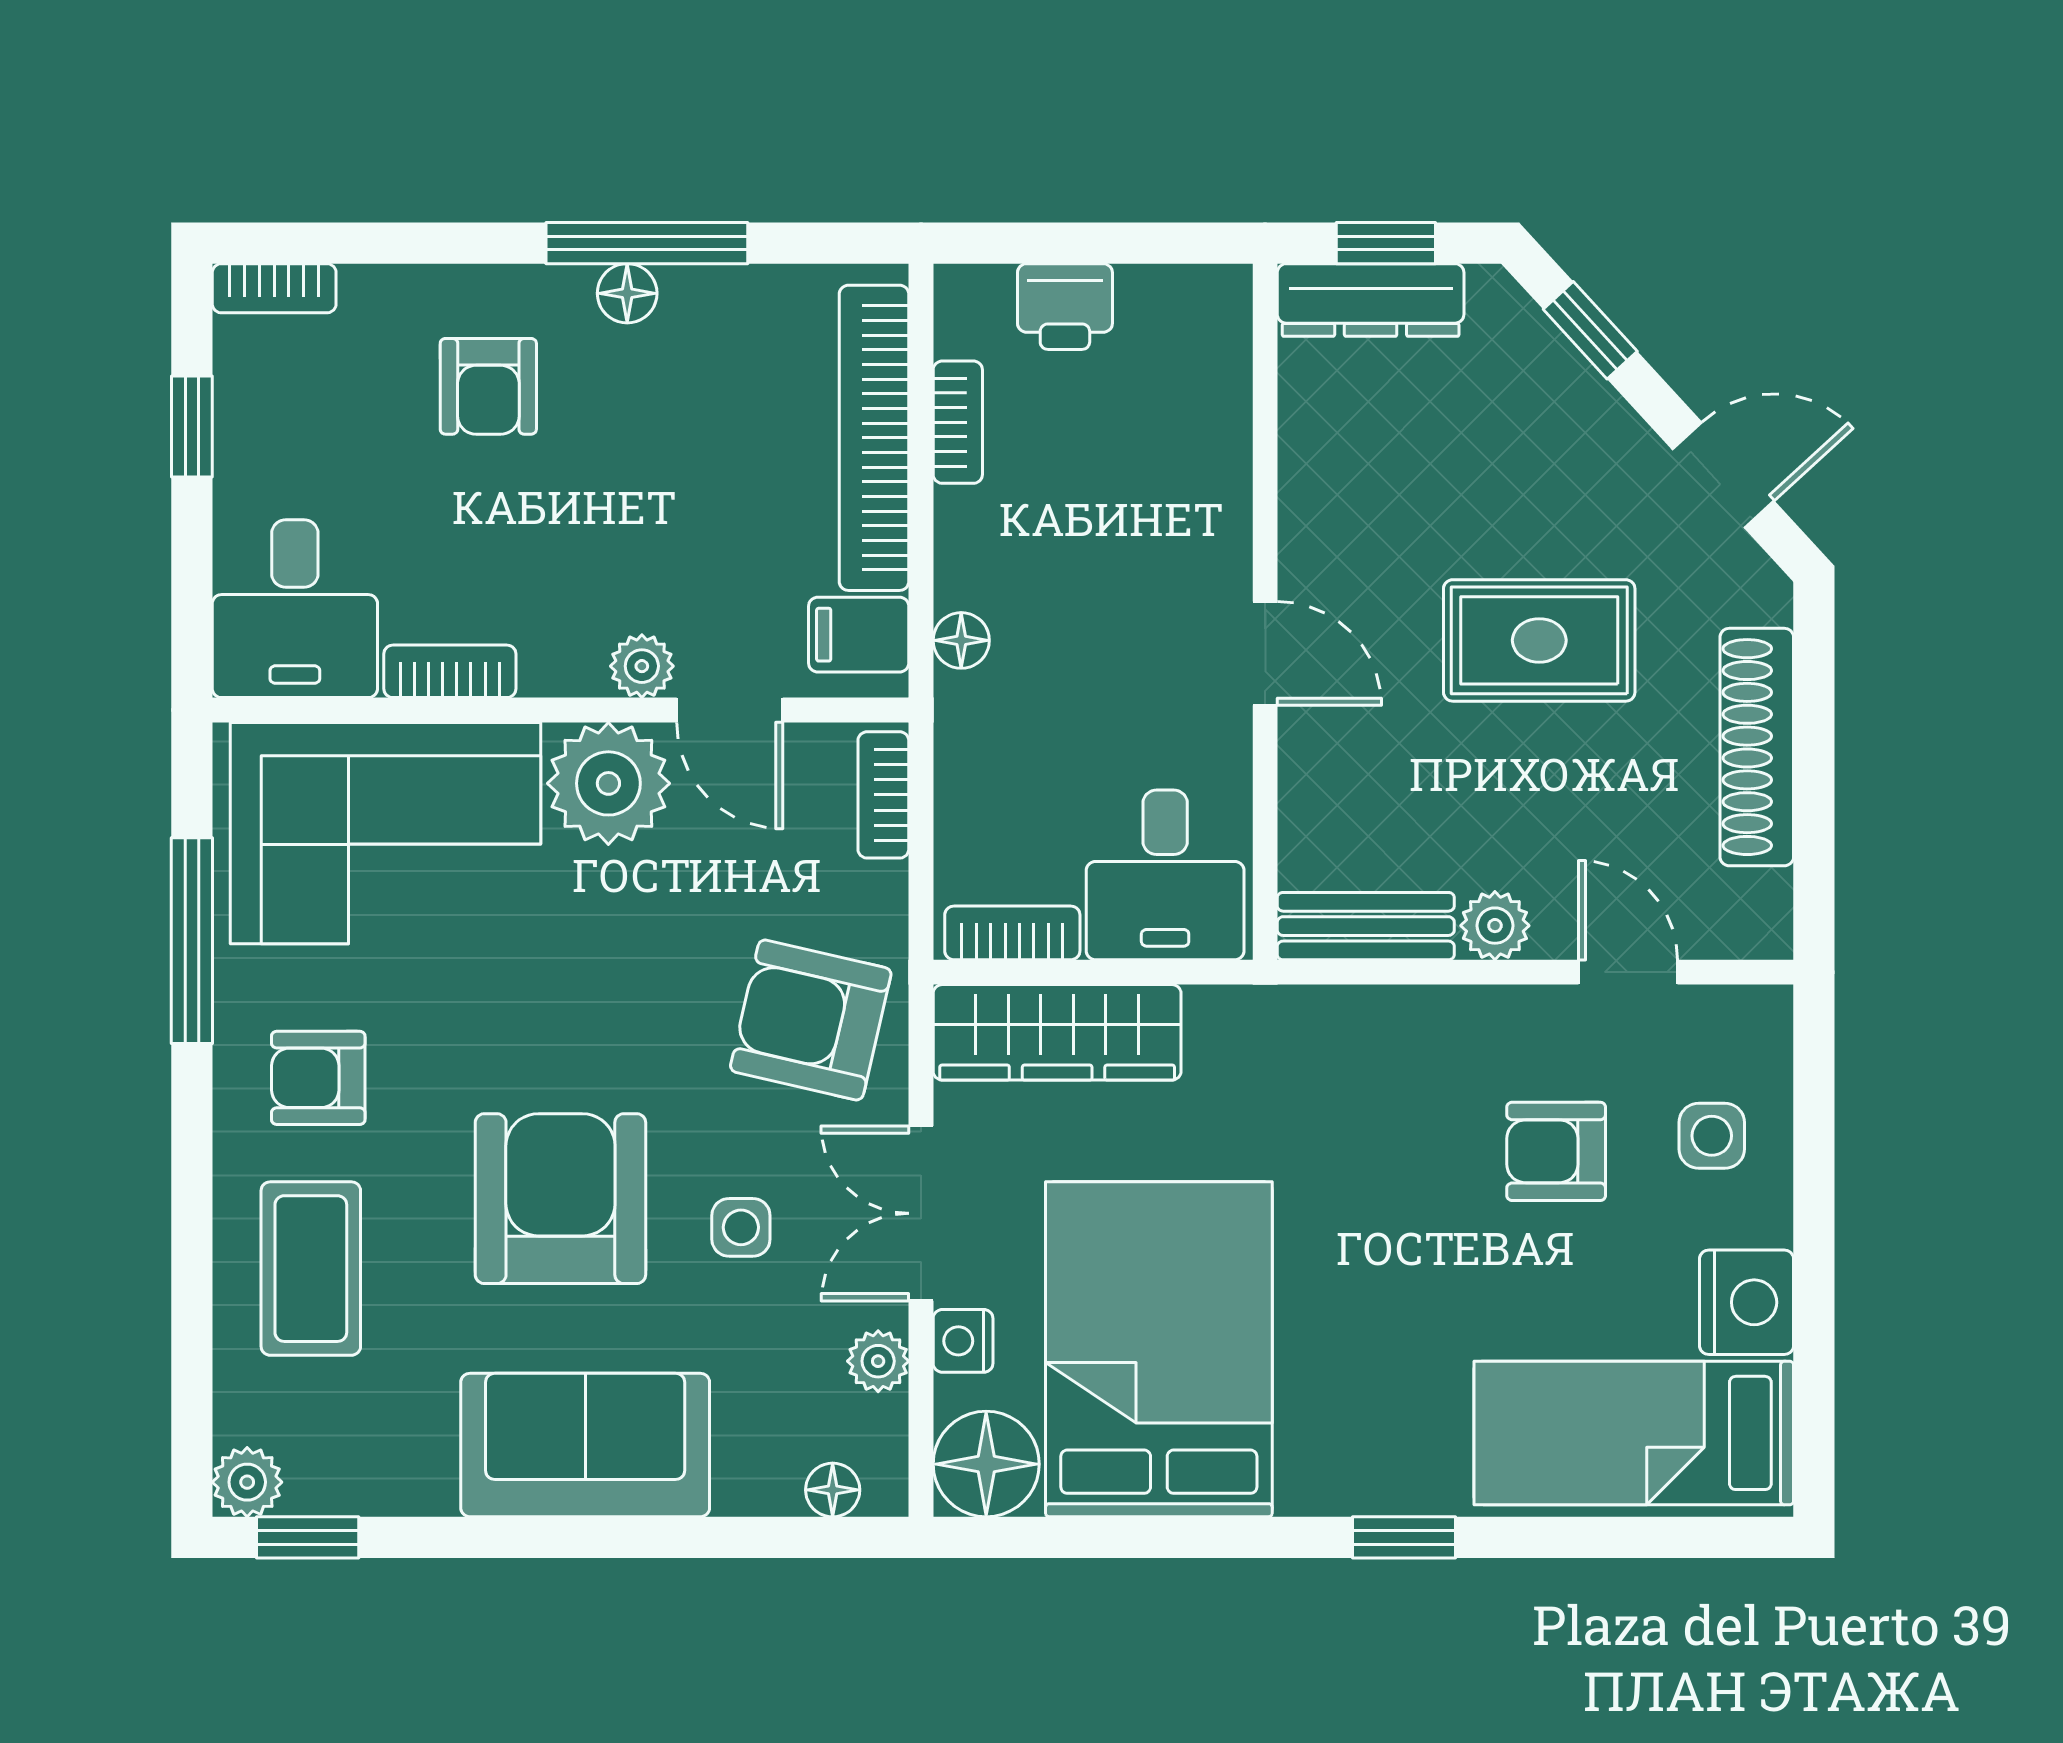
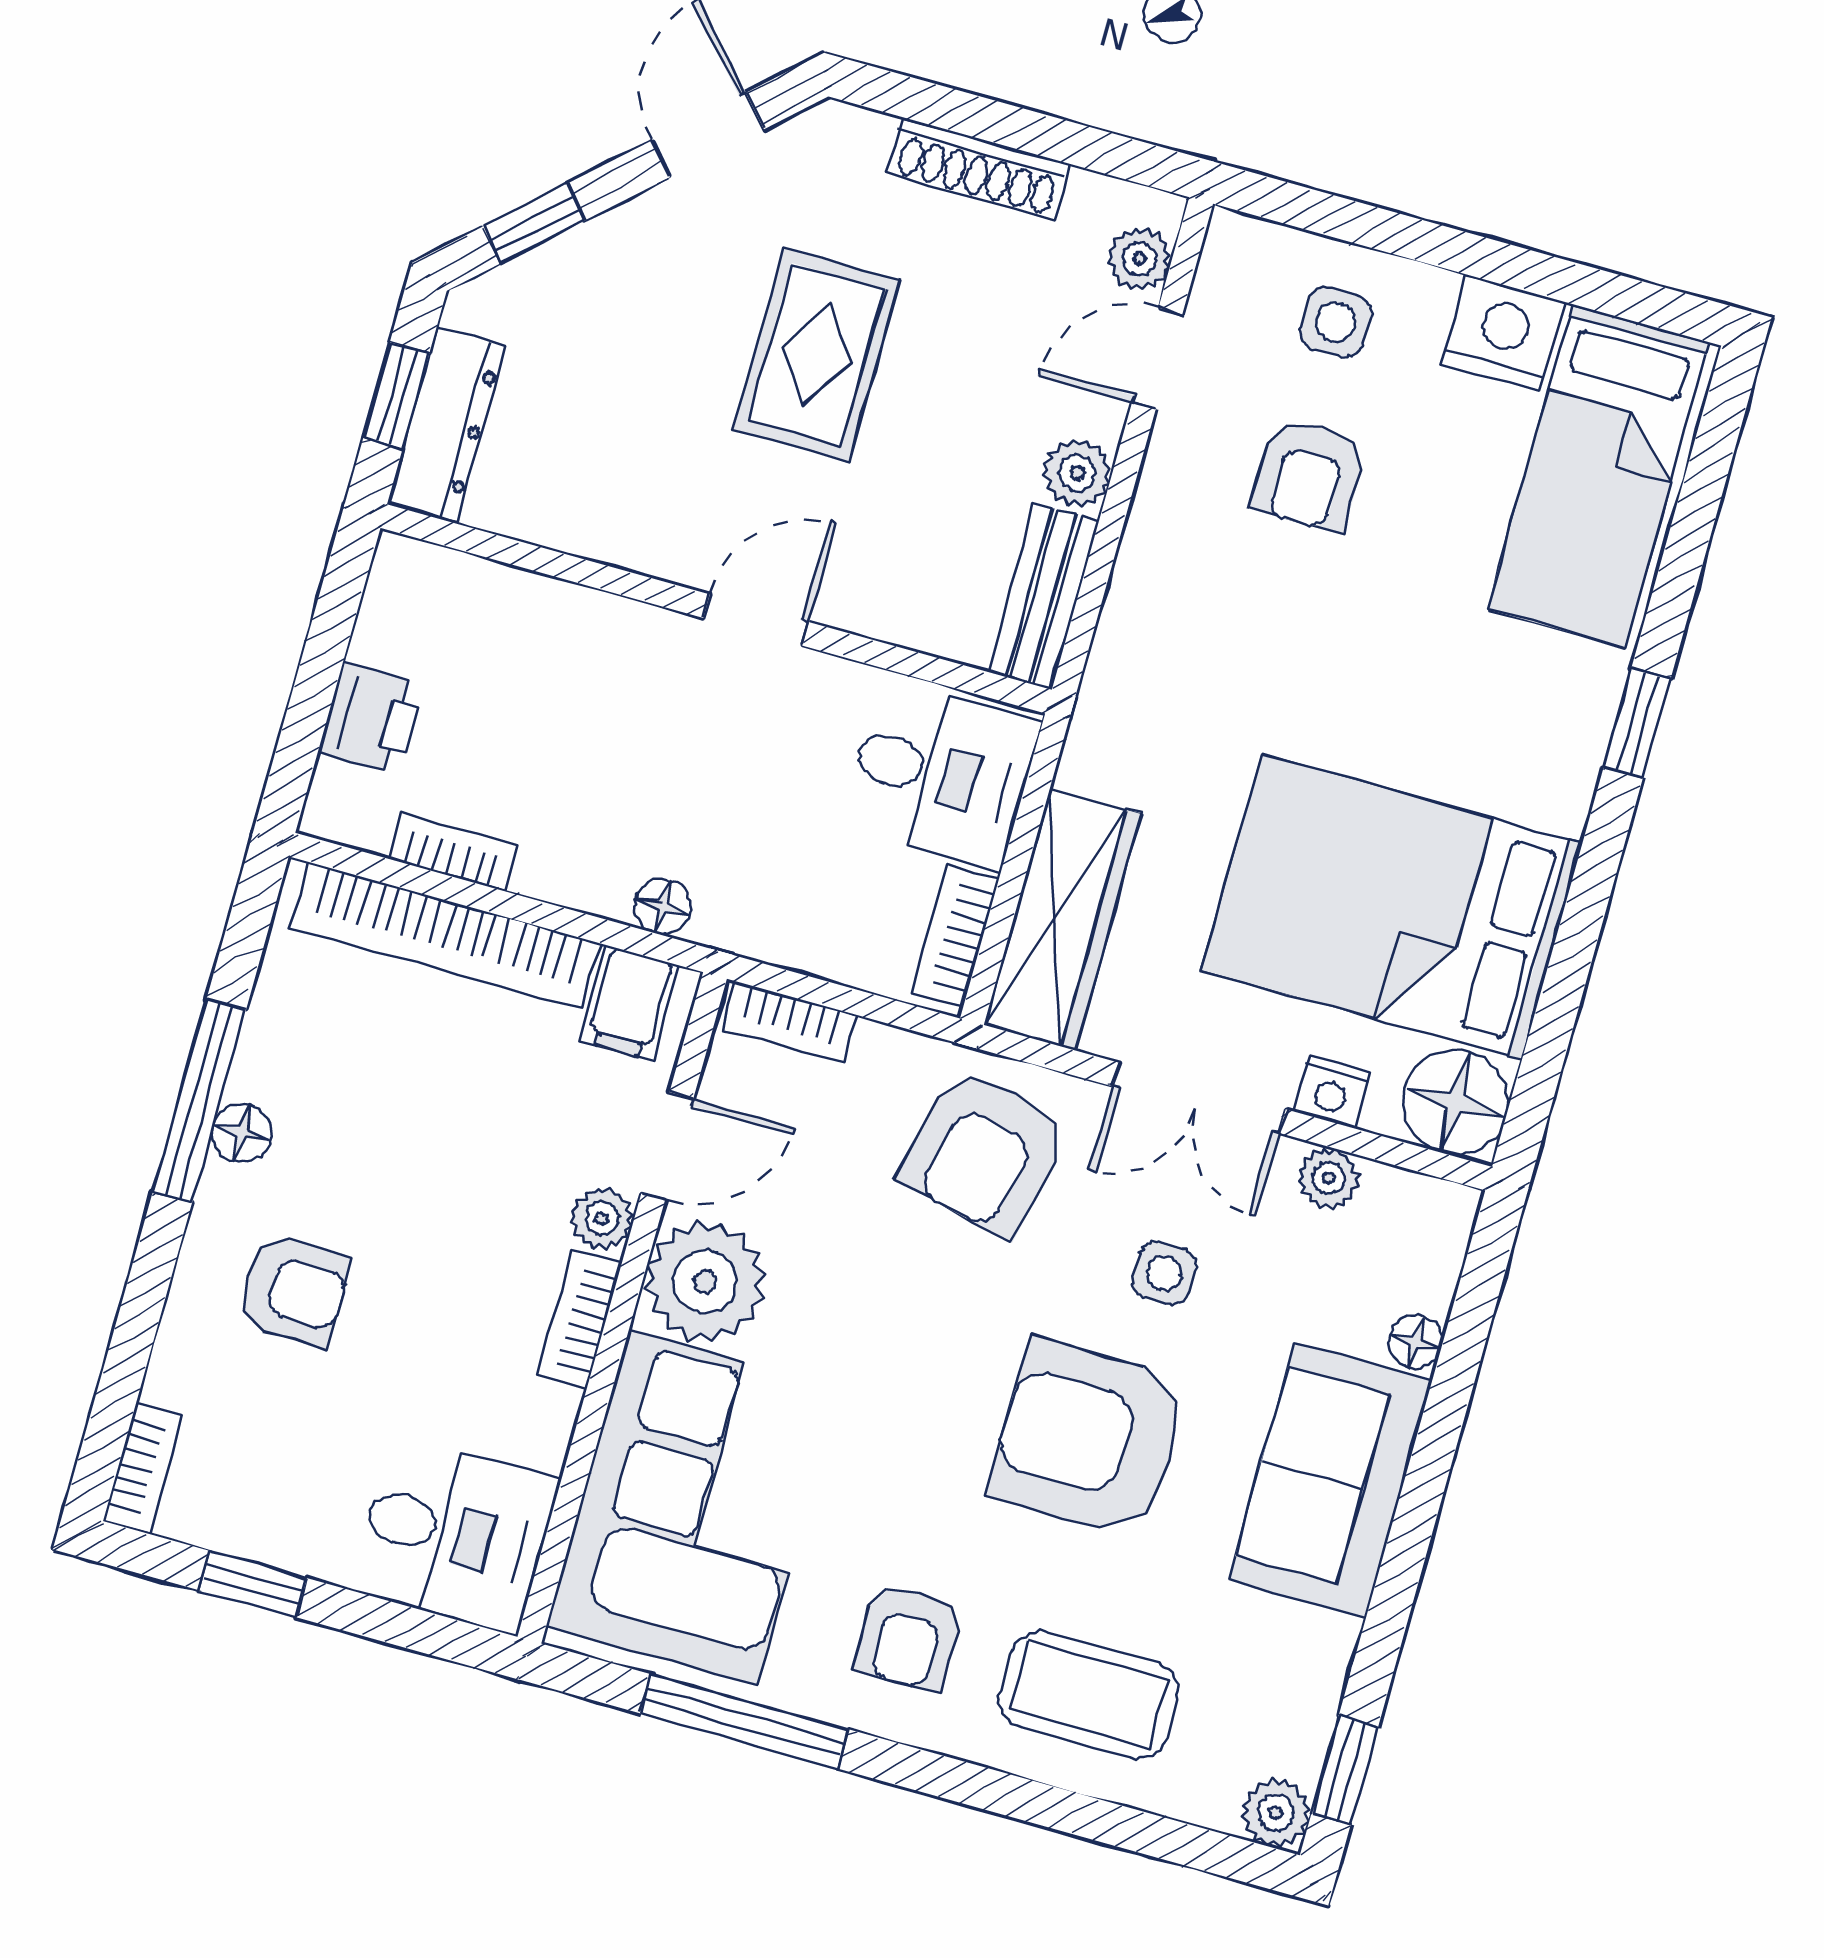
bookcase: (450, 671) -> (579, 1319), moved
shoe rack: (1757, 747) -> (978, 169), width x0.74, depth x0.81
plant: (1720, 928) -> (1139, 259), added
floor lamp: (833, 1490) -> (1416, 1341), moved

